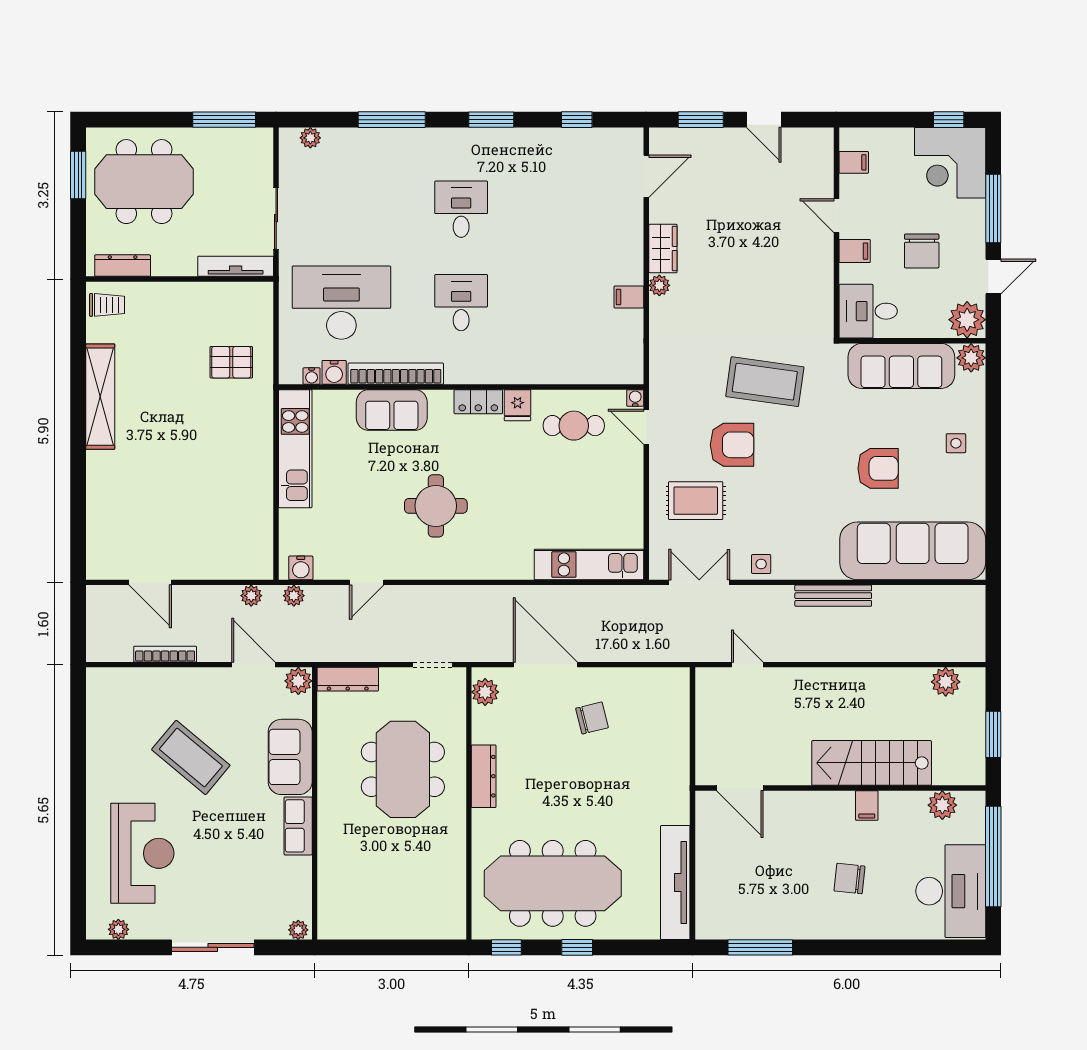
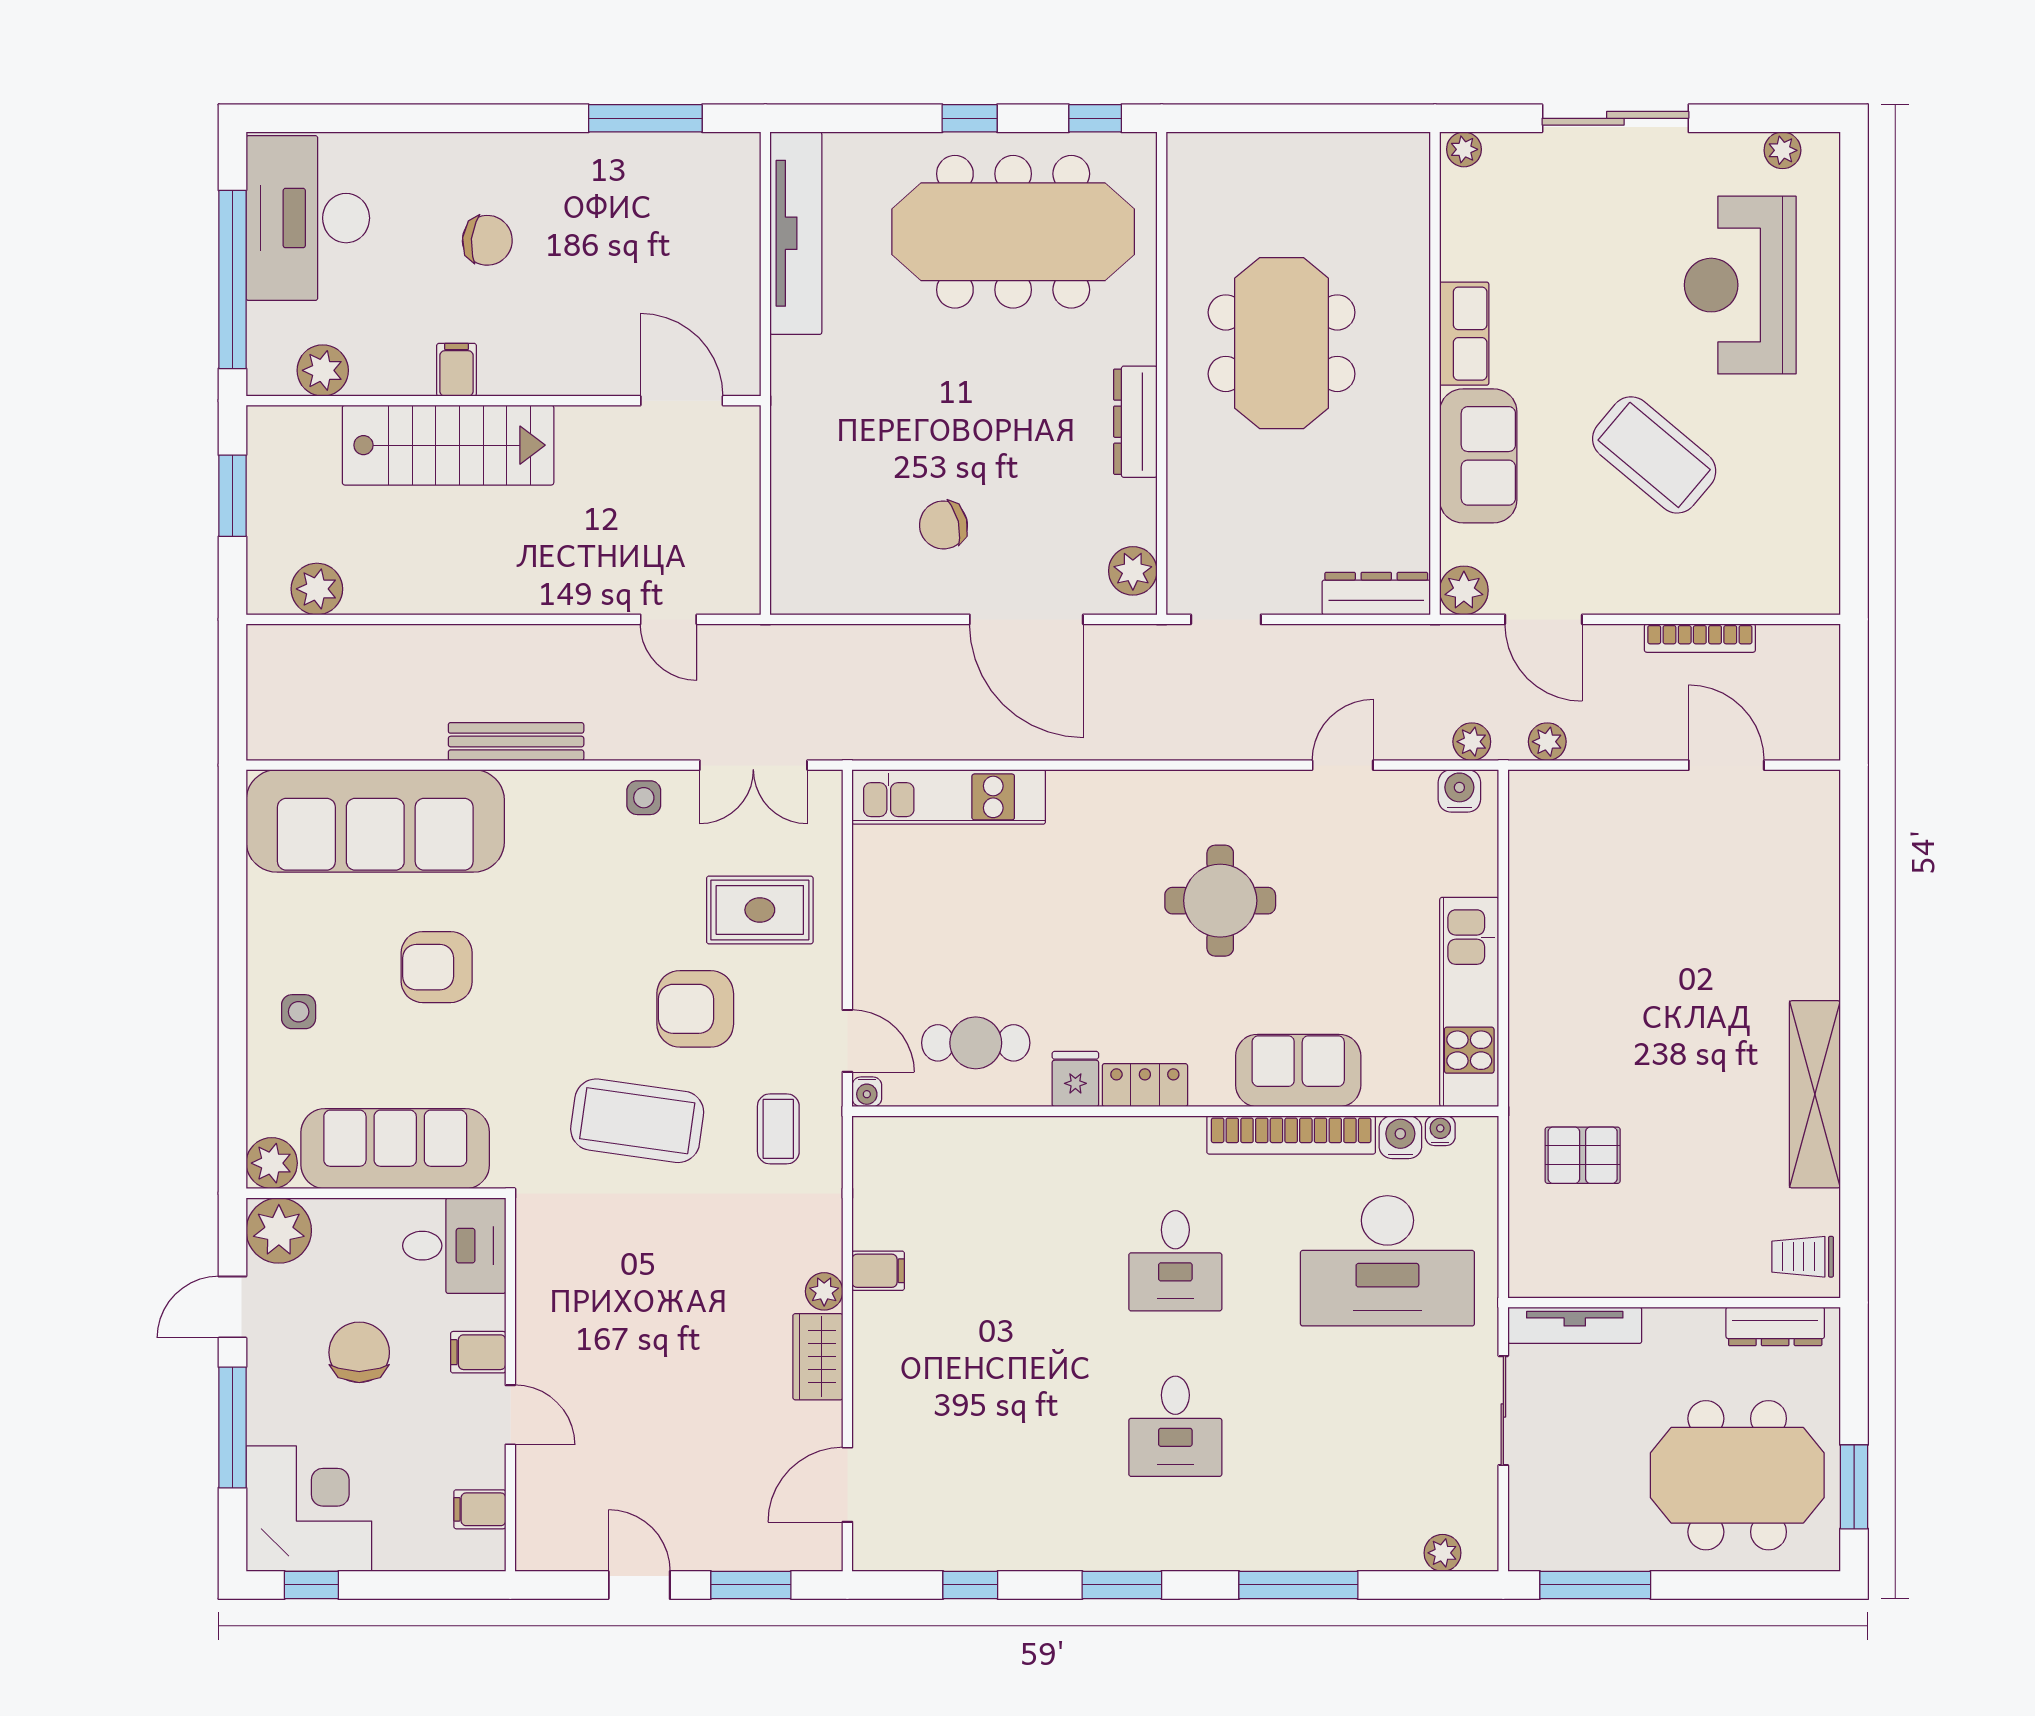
coffee table: (685, 377) -> (778, 1129), added
meeting table: (403, 769) -> (1282, 343), moved

